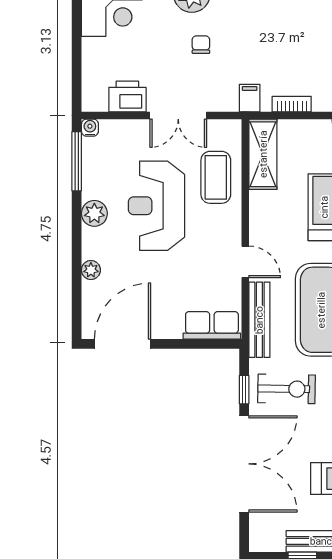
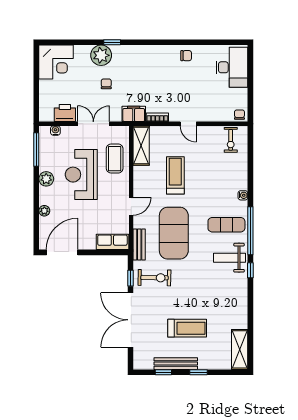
filing cabinet: (250, 98) -> (134, 114), width x2.00
double door: (178, 116) -> (93, 124), swing flipped
water cooler: (90, 128) -> (55, 131), moved
door: (245, 262) -> (131, 206), hinge flipped
bench: (259, 320) -> (139, 244), width x0.73
double door: (244, 464) -> (131, 320), swing flipped

